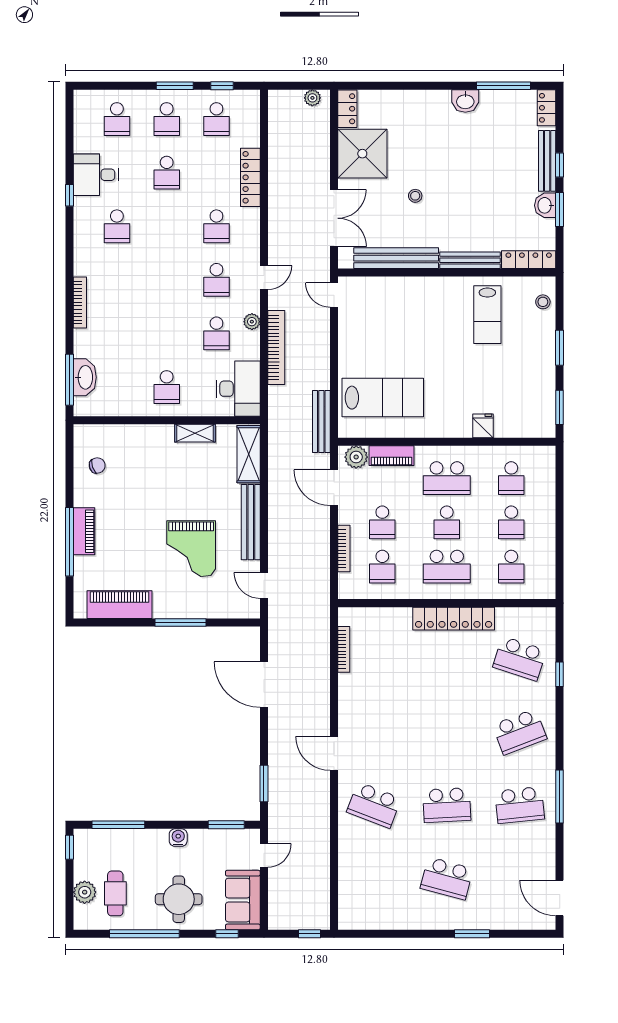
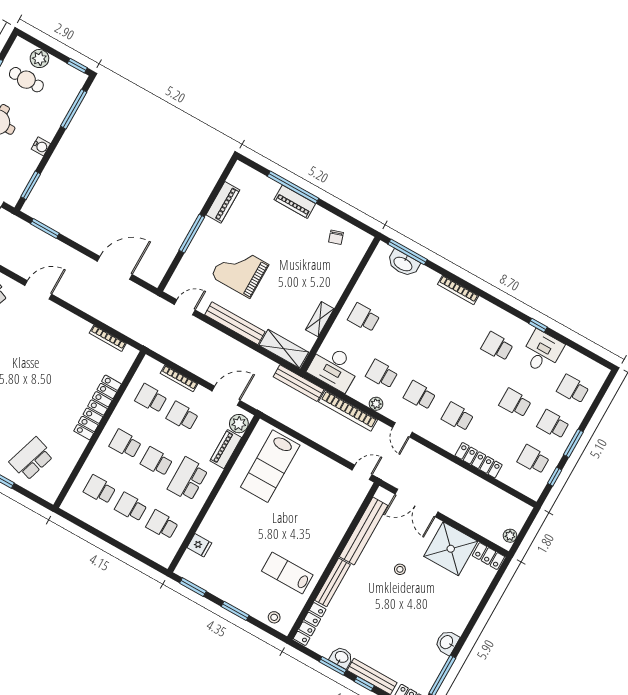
bench: (321, 421) -> (299, 383), moved
fridge: (483, 426) -> (199, 545), moved
school desk: (447, 567) -> (125, 444), width x0.54
piano: (120, 605) -> (223, 202), width x0.73, depth x0.75
locker: (454, 619) -> (98, 407), moved

